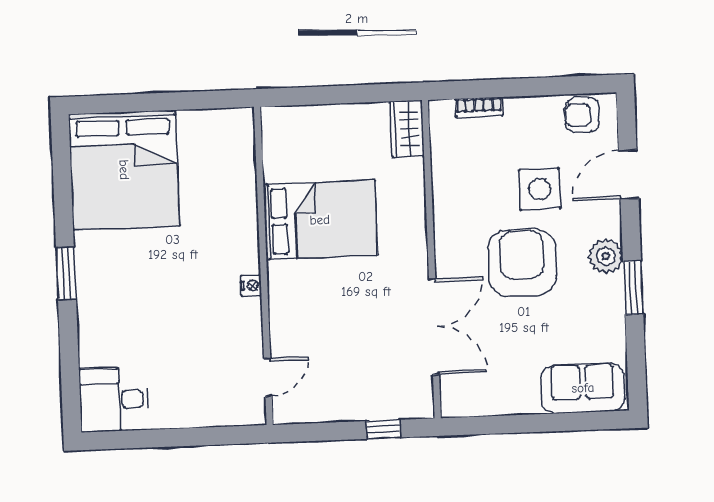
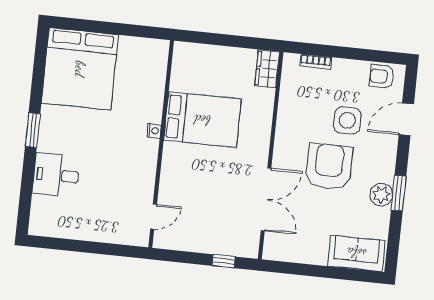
plant: (606, 256) -> (381, 195), moved
nightstand: (251, 285) -> (154, 131), moved
desk: (114, 400) -> (56, 175), moved

